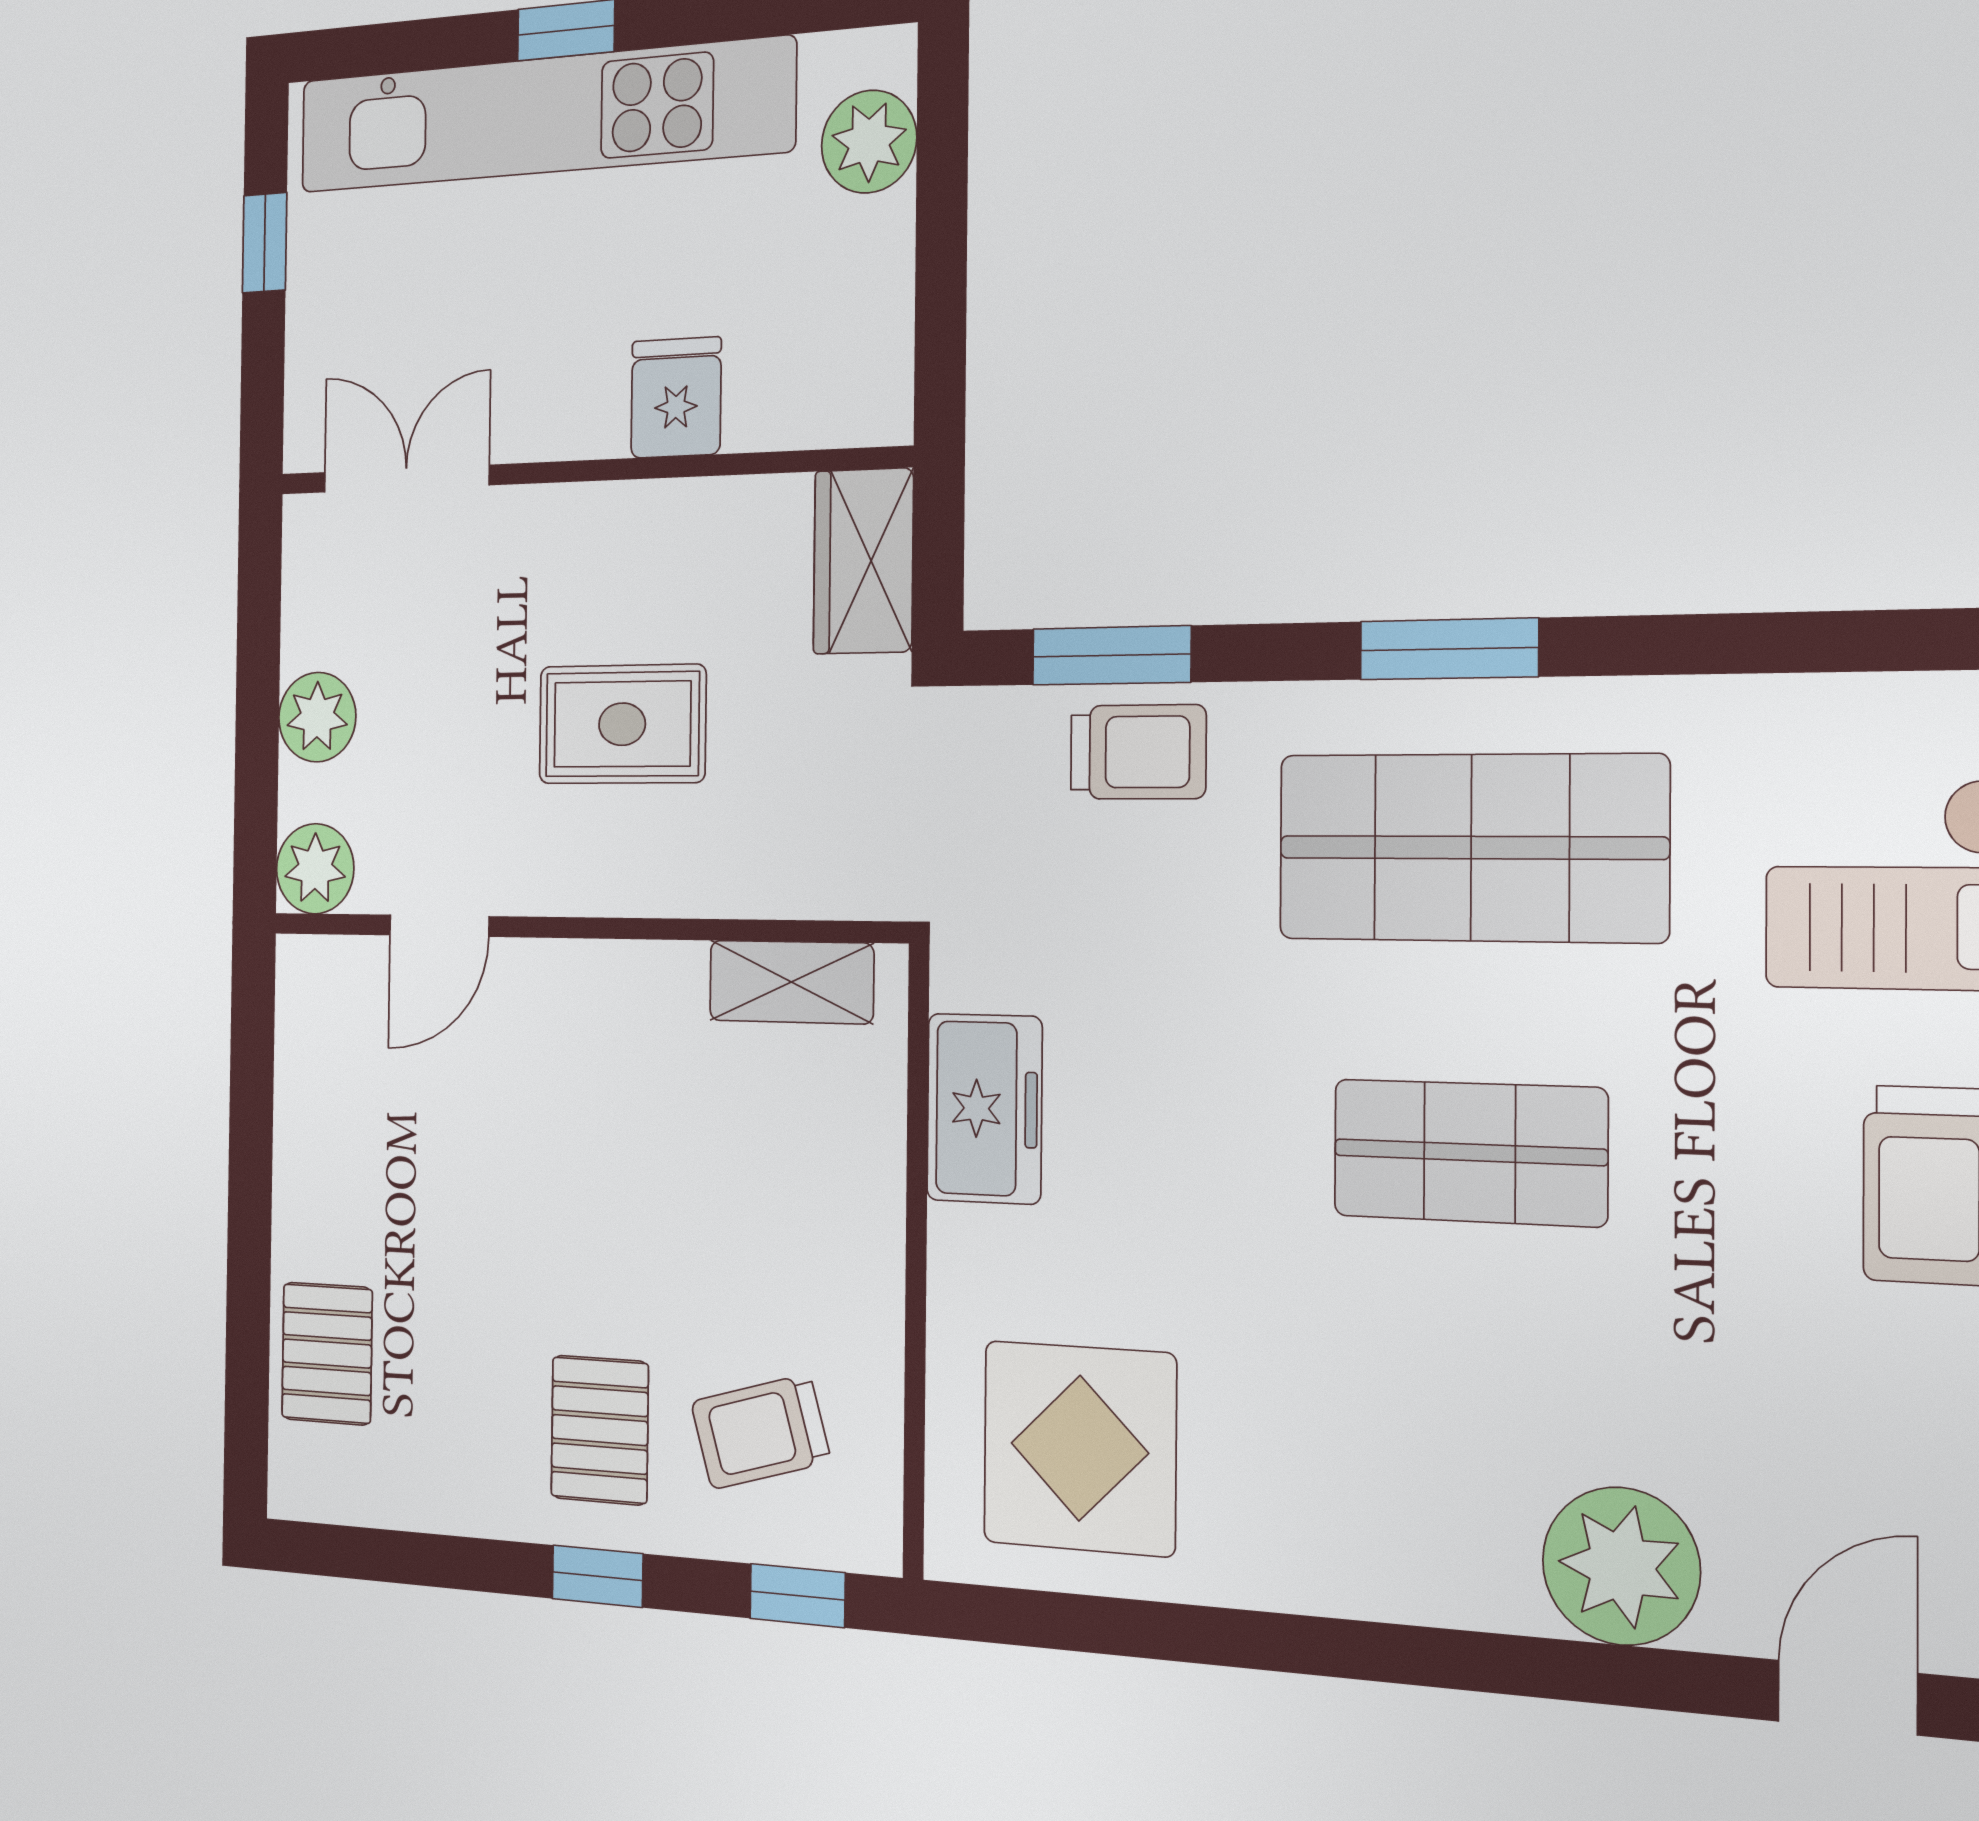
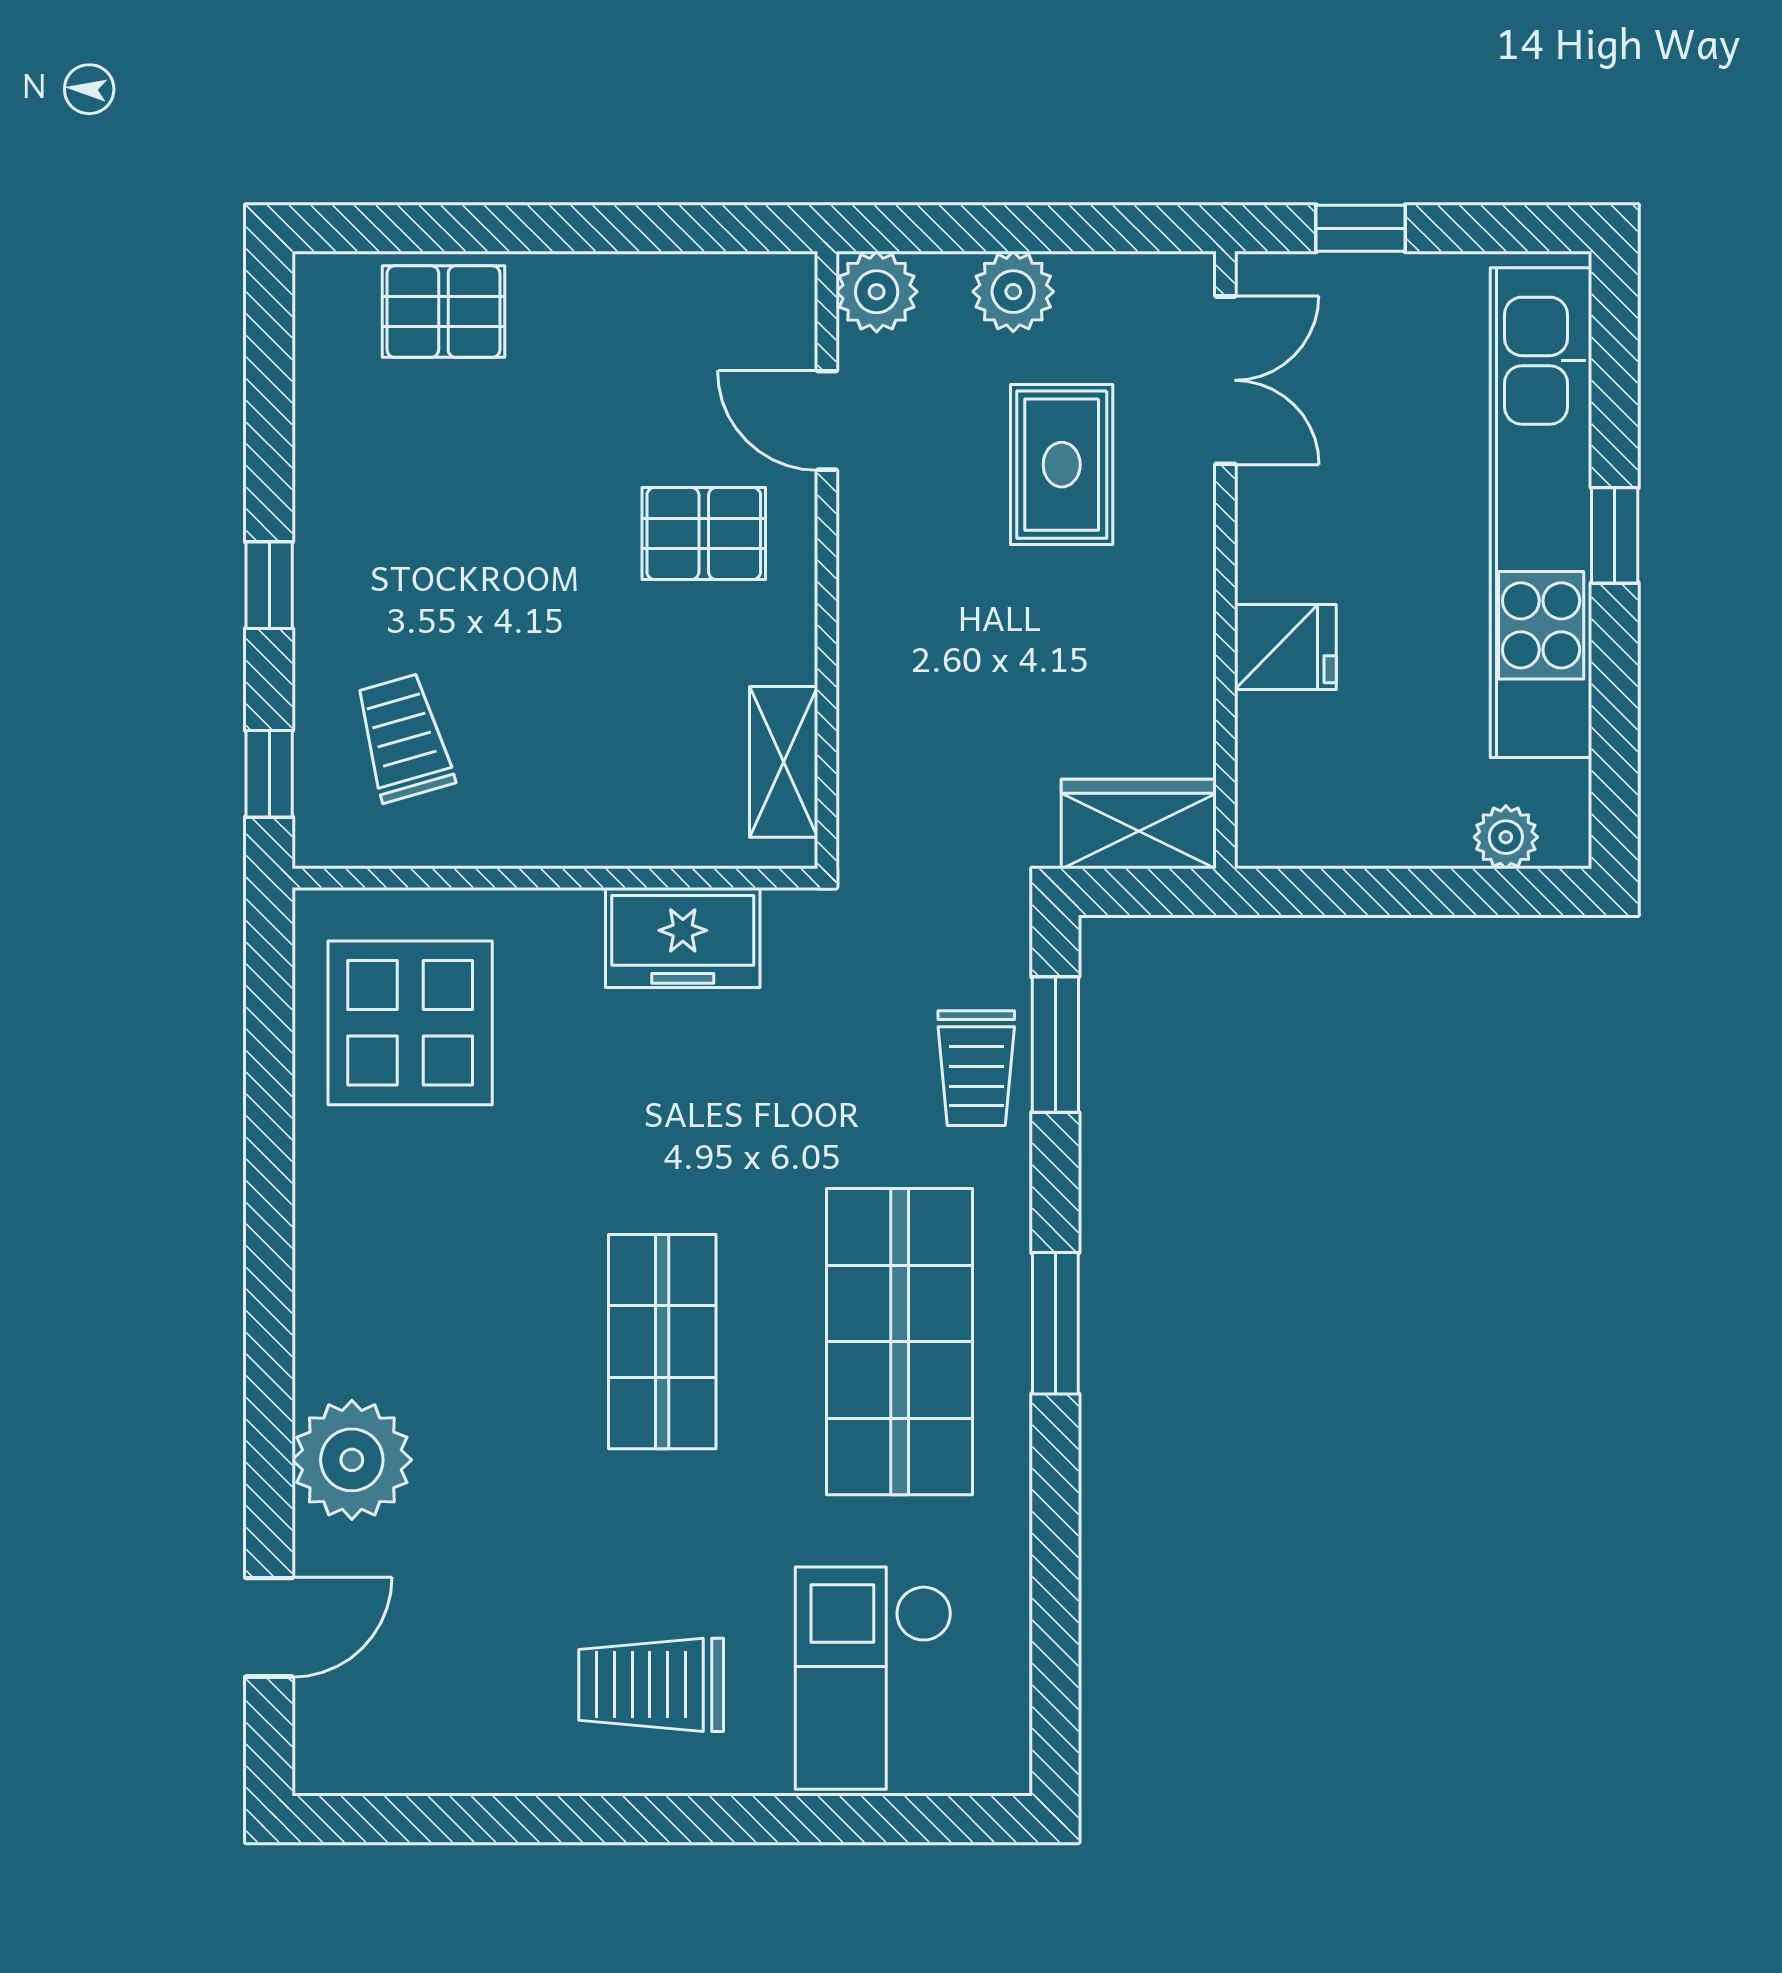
plant: (869, 142) -> (1506, 837), width x0.73, depth x0.73
window: (265, 243) -> (1361, 228), moved
rug: (622, 724) -> (1062, 465), moved
pallet: (600, 1430) -> (704, 534), moved
door: (1847, 1697) -> (269, 1627), hinge flipped

